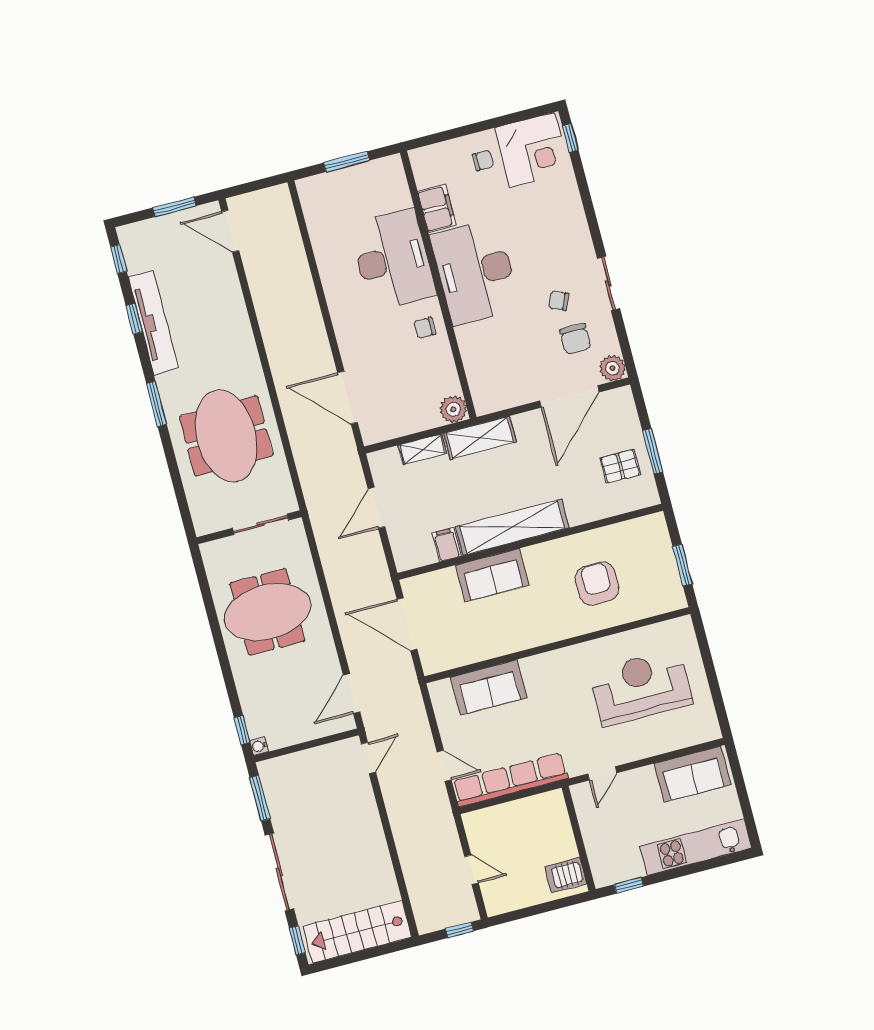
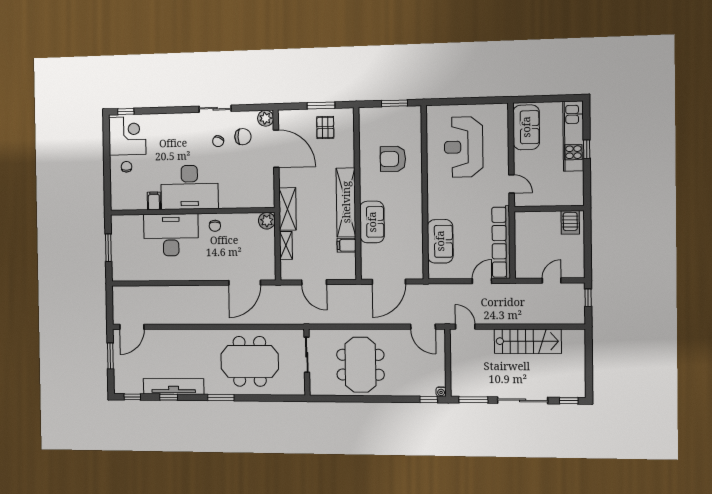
filing cabinet: (437, 208) -> (154, 201), width x0.50
window: (629, 885) -> (587, 149), moved
stairs: (357, 932) -> (528, 341), moved, turned -90

